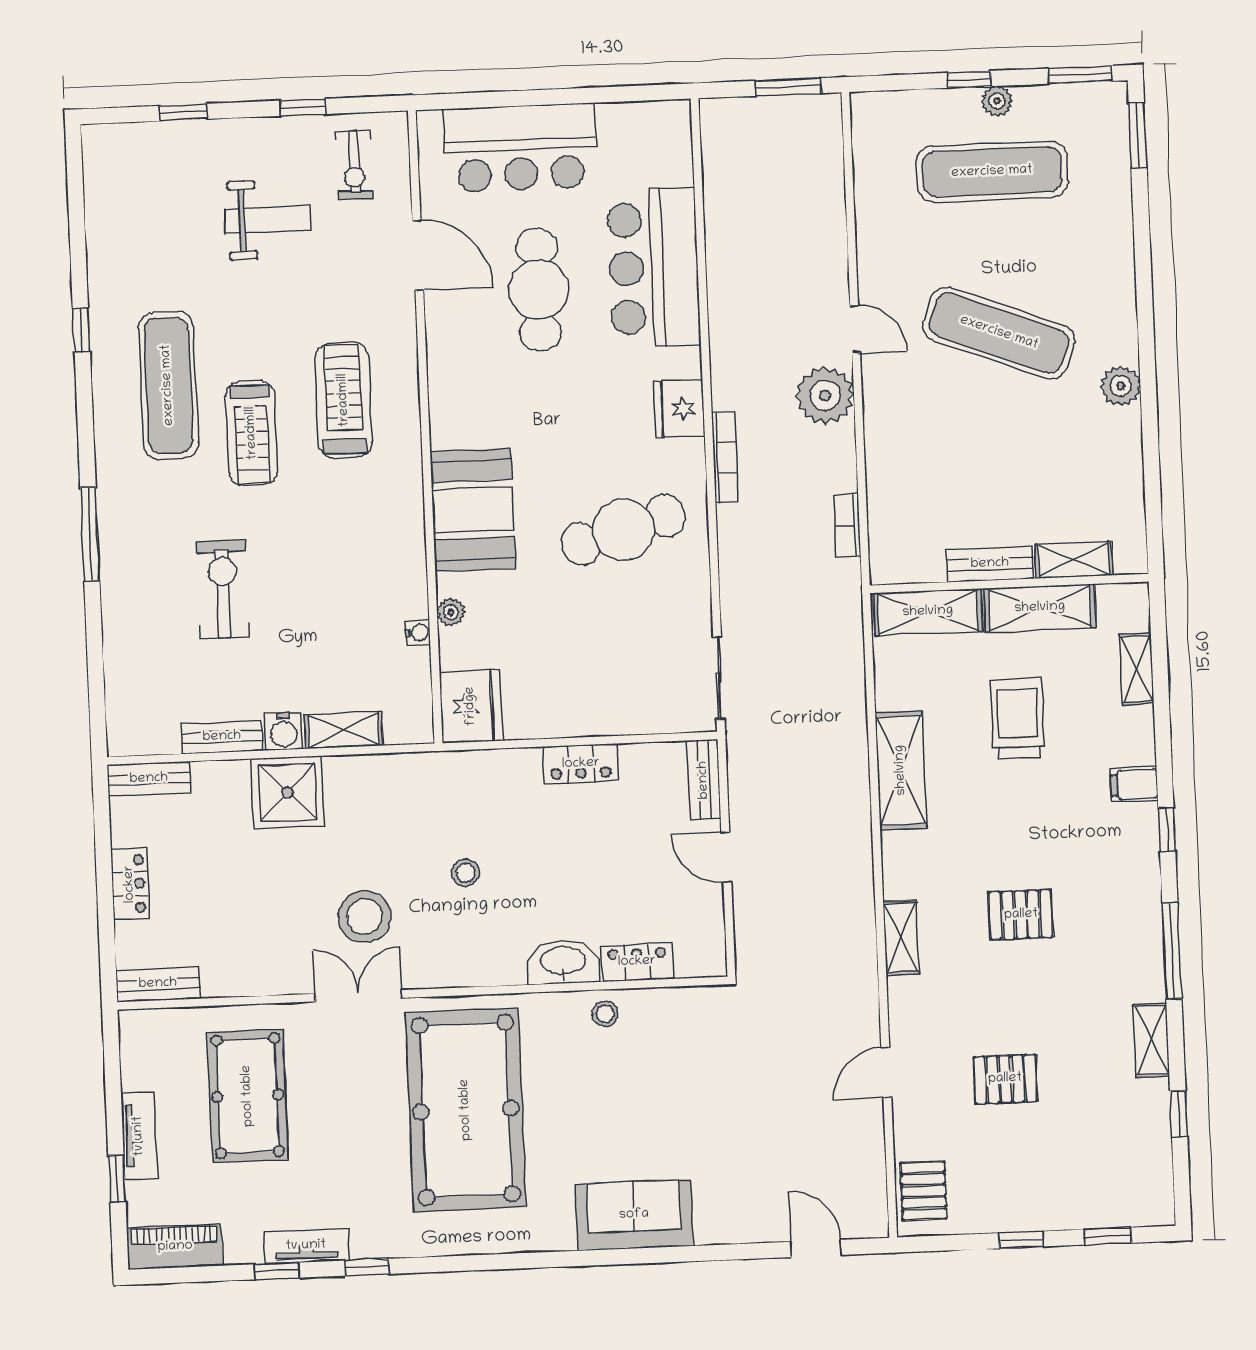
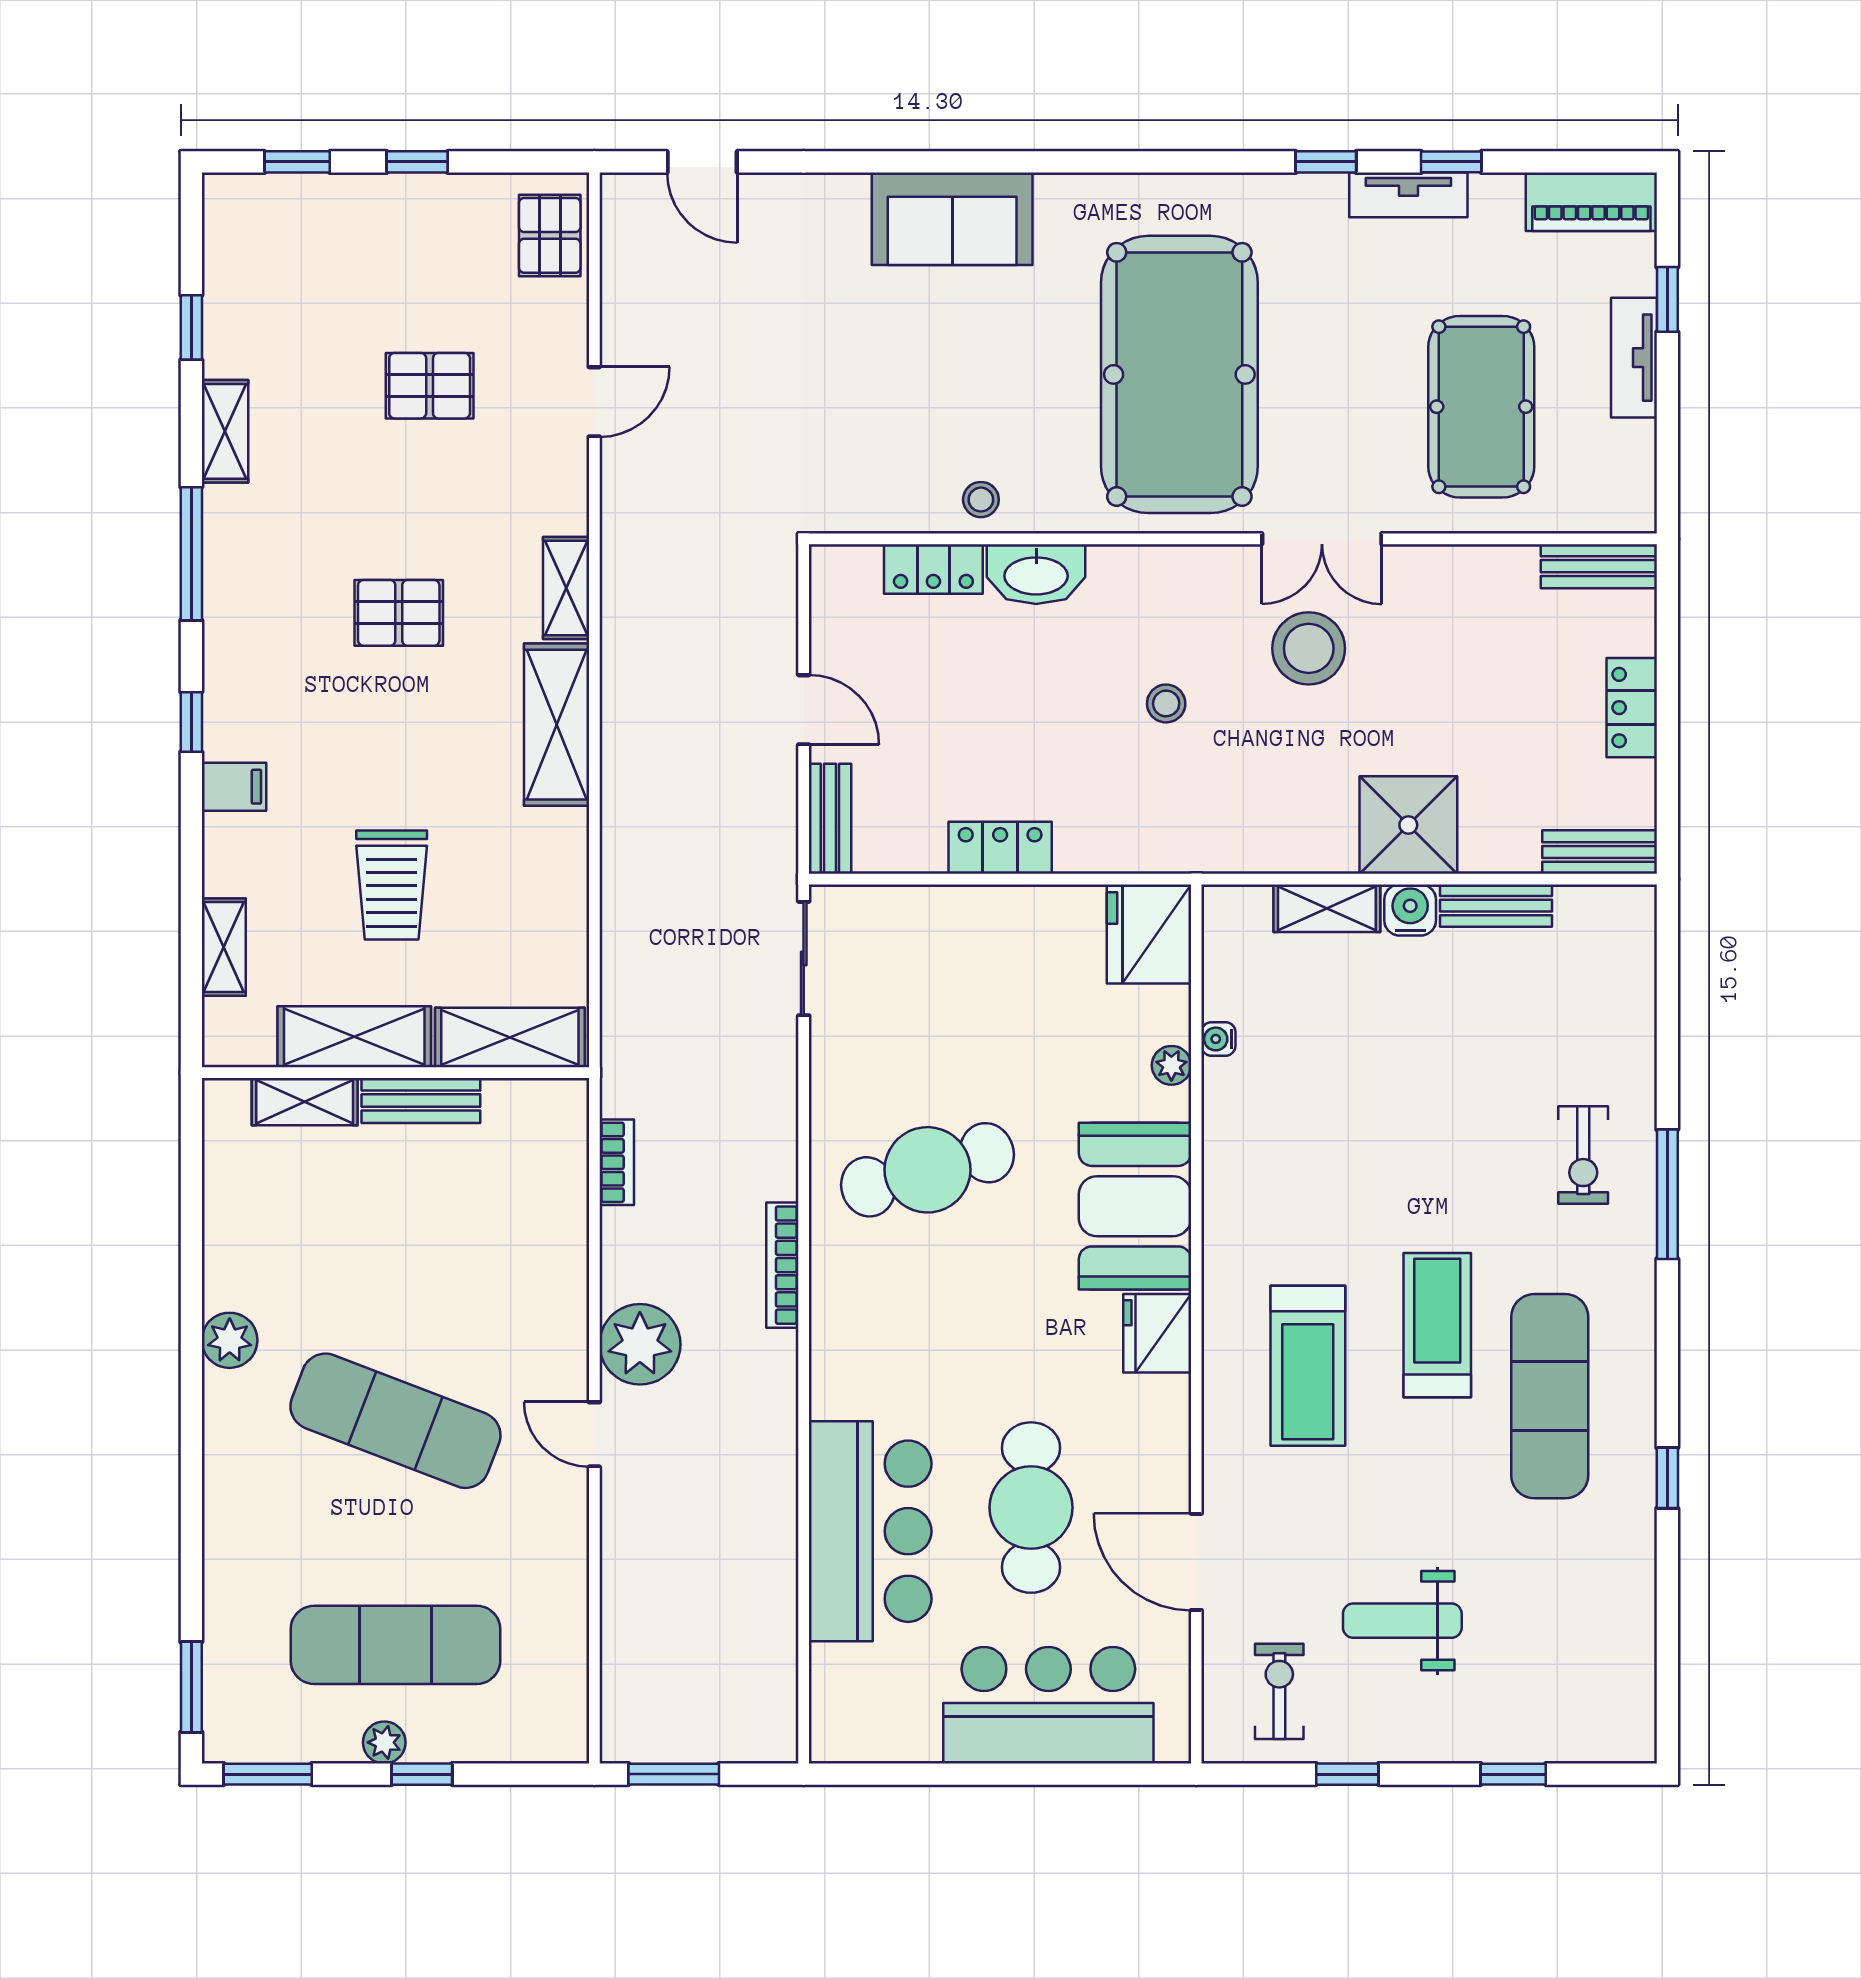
fridge: (679, 409) -> (1157, 1333), moved, turned 180
exercise bike: (223, 589) -> (1583, 1155), moved, width x0.73, depth x0.72
shelving: (901, 770) -> (557, 725), moved

